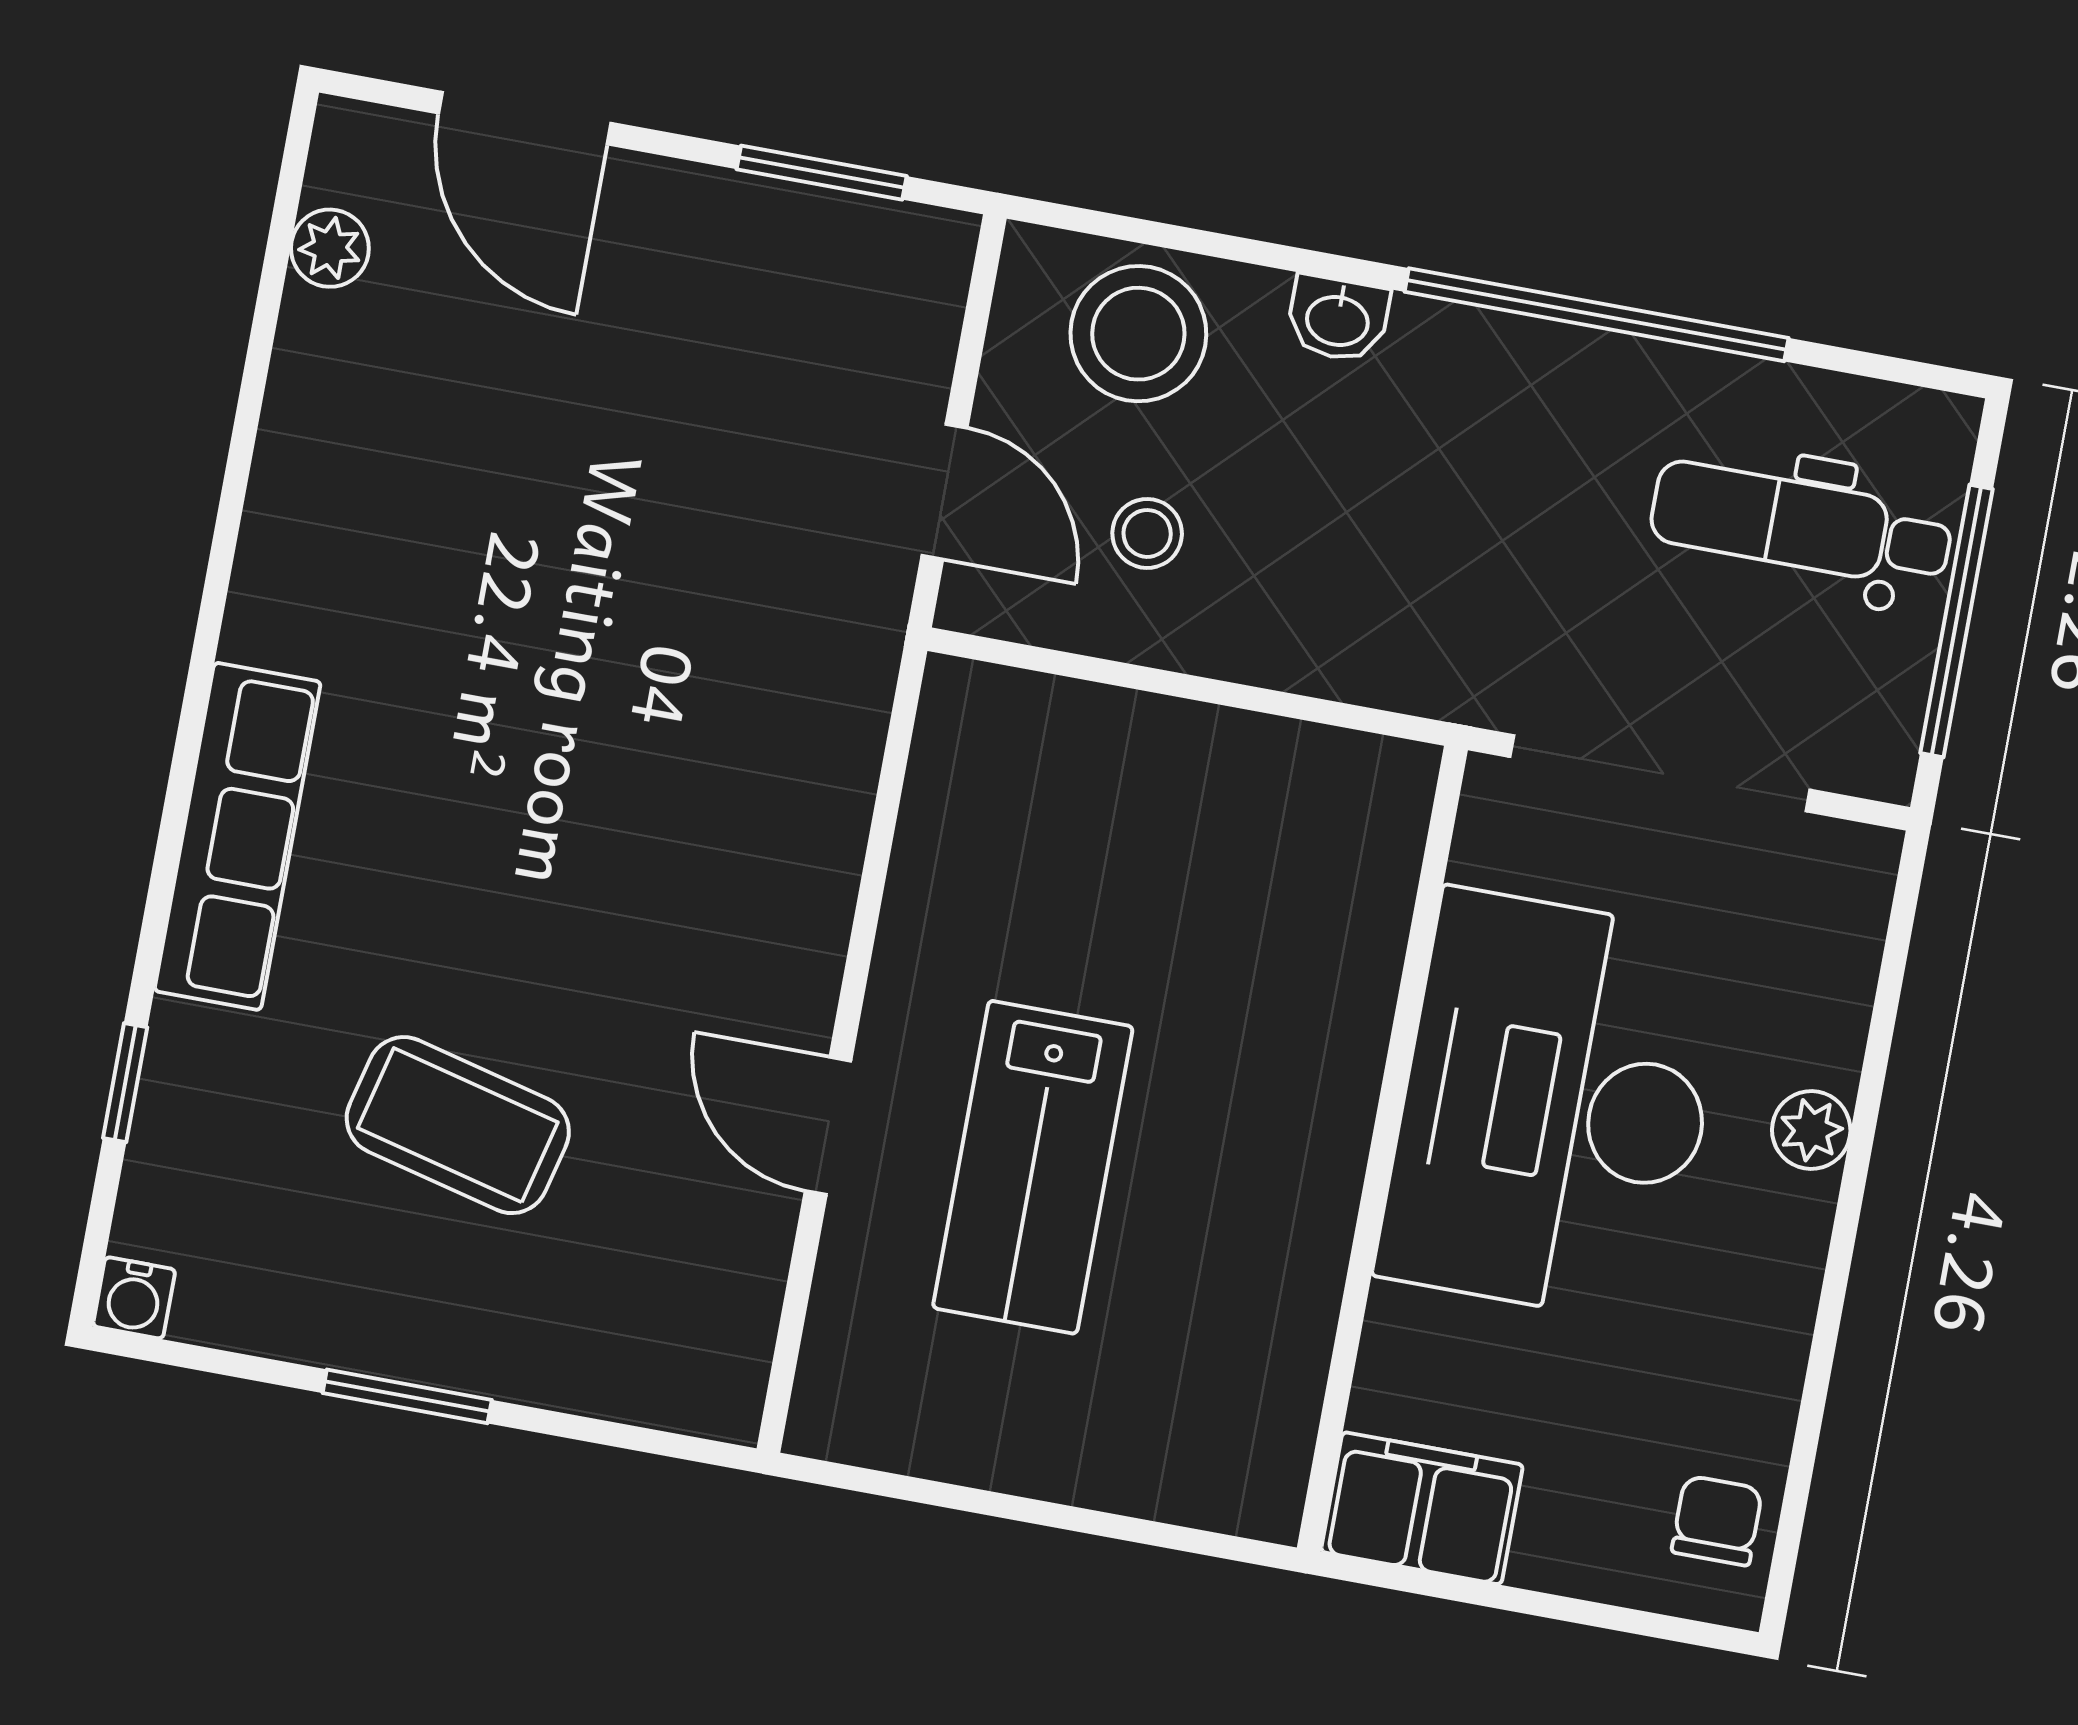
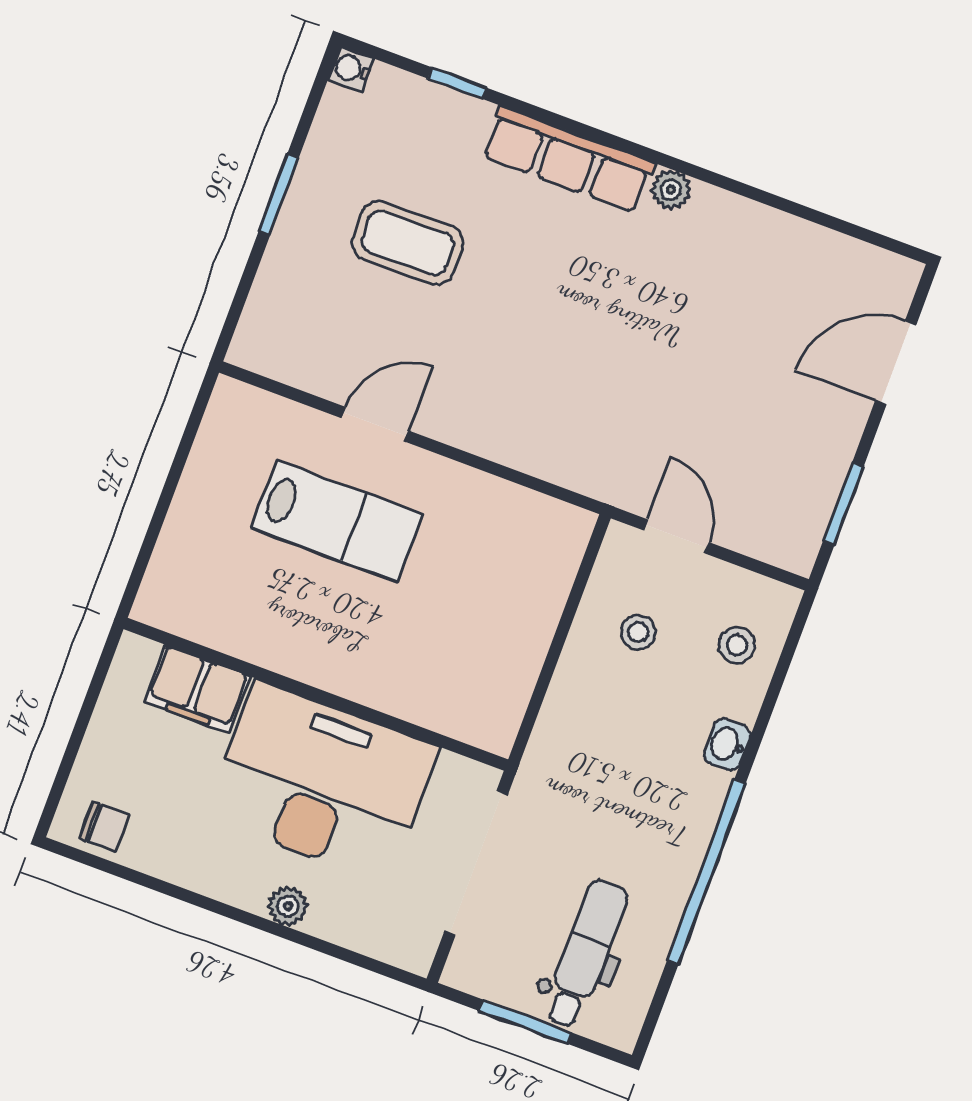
plant: (330, 248) -> (671, 190), moved
stool: (1138, 334) -> (737, 645), width x0.53, depth x0.53
door: (944, 492) -> (676, 536), swing flipped
window: (1957, 621) -> (525, 1022), width x0.69
coffee table: (458, 1125) -> (407, 243), turned 75
lab bench: (1033, 1167) -> (337, 521), turned 180
filing cabinet: (1422, 1508) -> (197, 689), moved, turned 90

